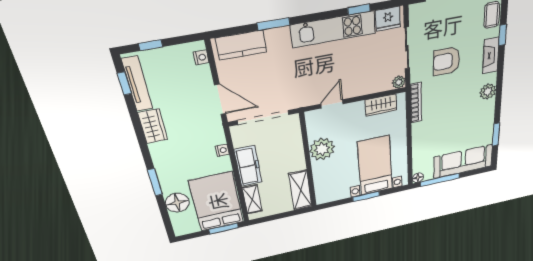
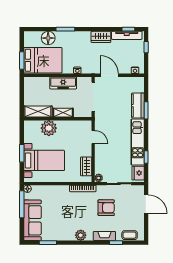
kitchen counter: (241, 45) -> (138, 106), moved
armchair: (447, 61) -> (106, 208), turned 90
door: (220, 99) -> (109, 75), swing flipped
plant: (322, 149) -> (49, 128), moved
shelving: (252, 199) -> (63, 113), moved

